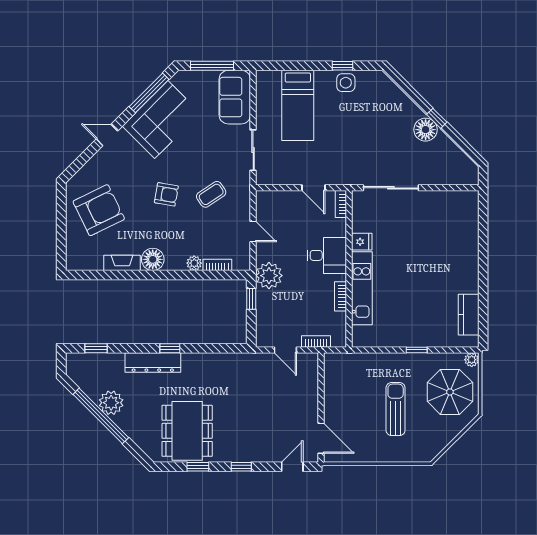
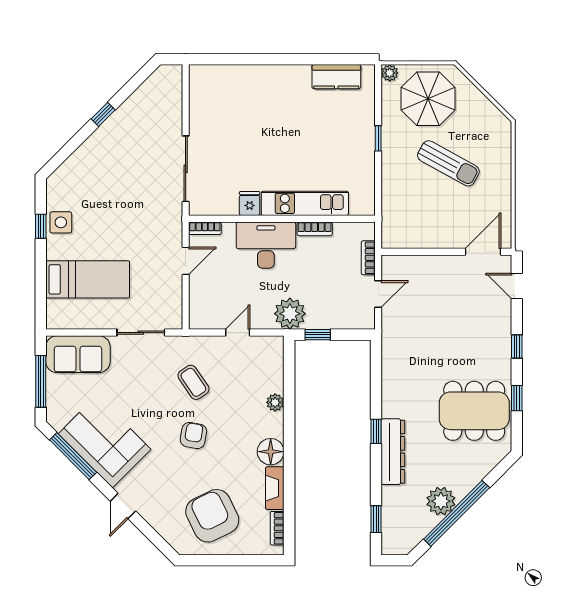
floor lamp: (426, 130) -> (117, 128), removed
desk: (327, 255) -> (266, 245), width x1.37
bookcase: (217, 265) -> (277, 528), moved
sun lounger: (396, 409) -> (448, 163), turned -151

